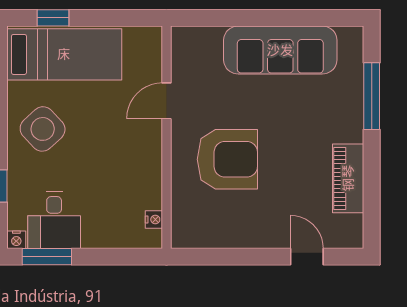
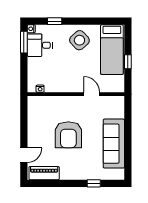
window: (53, 18) -> (128, 62), moved
window: (372, 96) -> (94, 183), width x0.46
armchair: (227, 159) -> (68, 135), moved
piano: (348, 178) -> (44, 173), moved

